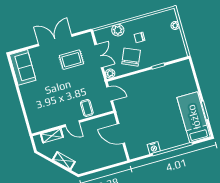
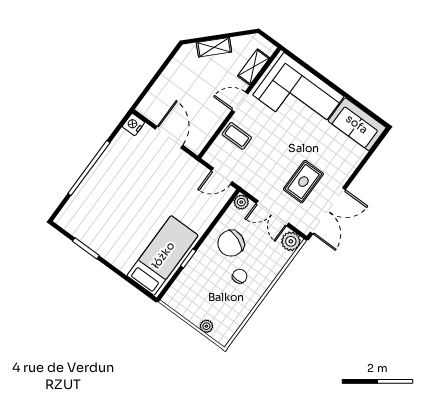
plant: (118, 30) -> (291, 241), moved
double door: (55, 40) -> (328, 211), moved
chair: (131, 57) -> (231, 243), turned 87
corner sofa: (41, 104) -> (298, 96), added
bed: (194, 117) -> (163, 255), moved, turned -90
door: (121, 134) -> (169, 137), hinge flipped
nightstand: (154, 148) -> (133, 125), moved

